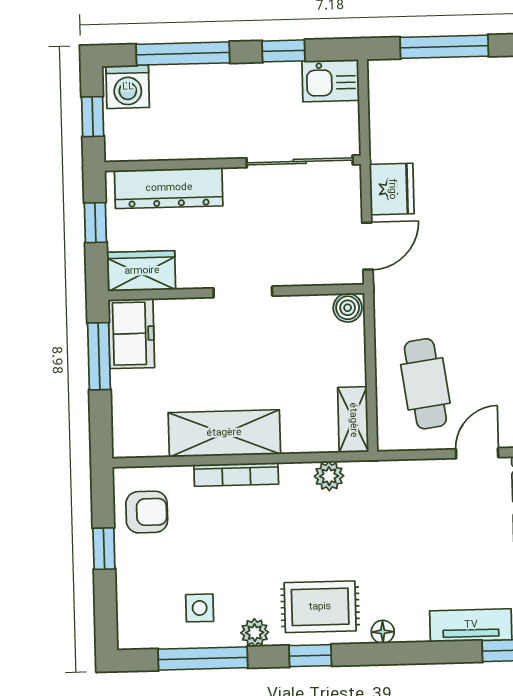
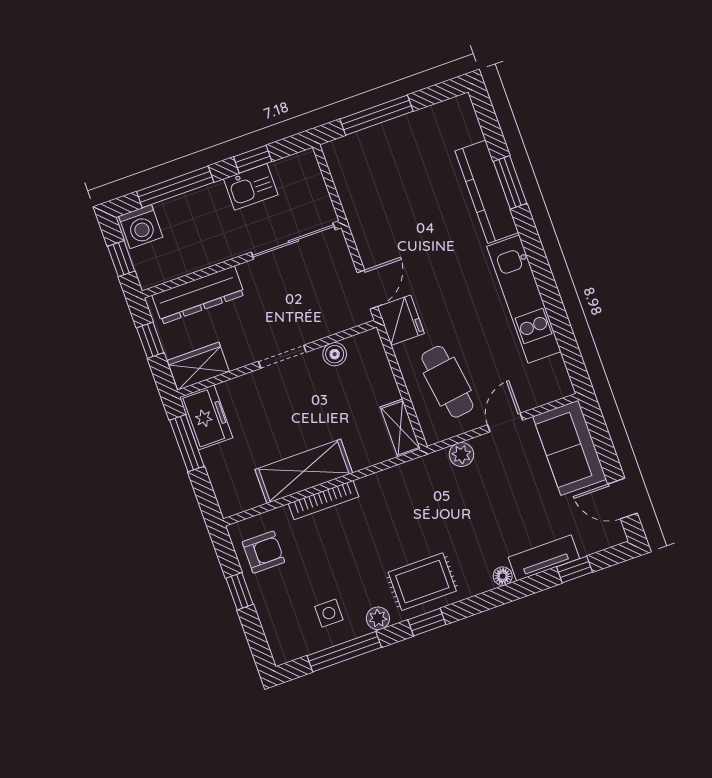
kitchen sink: (331, 81) -> (251, 187), moved
fridge: (392, 189) -> (401, 320), moved
boiler: (348, 308) -> (335, 354), moved
plant: (329, 476) -> (461, 455), moved
floor lamp: (383, 632) -> (503, 576), moved

